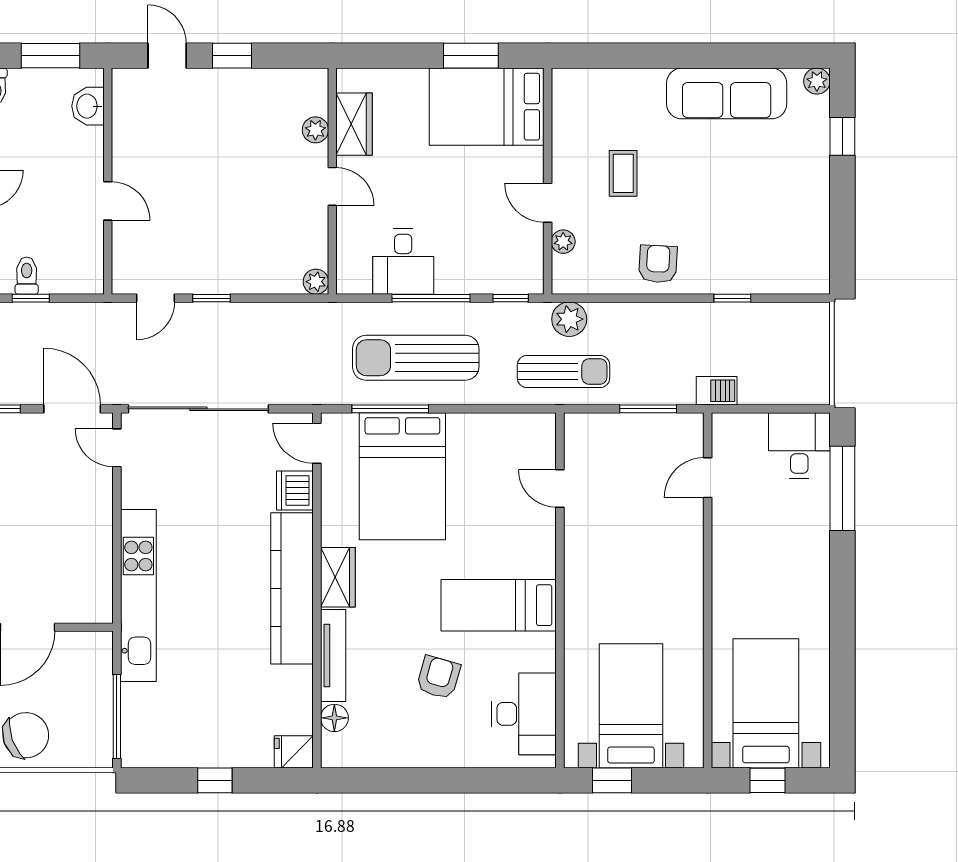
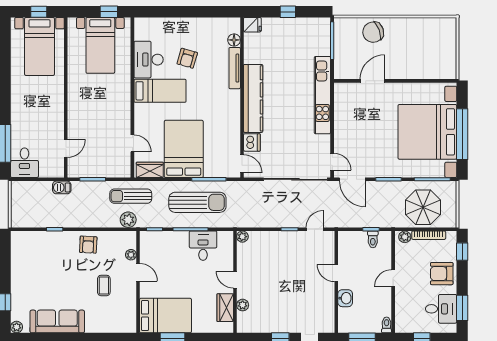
washbasin: (88, 106) -> (345, 298), moved
bed: (402, 476) -> (184, 149), moved
wardrobe: (338, 577) -> (150, 170), moved, turned 90
desk: (524, 714) -> (149, 60), moved

